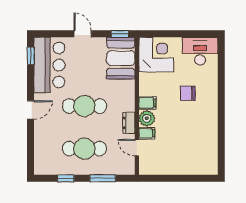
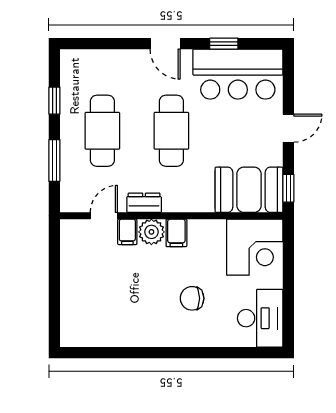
window: (31, 56) -> (224, 44), moved
chair: (188, 93) -> (192, 298), turned -90

